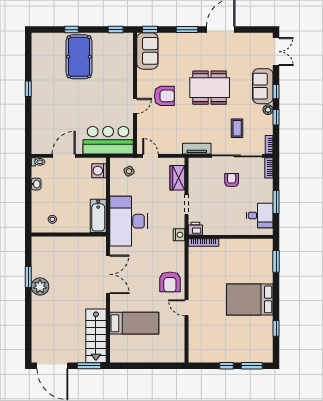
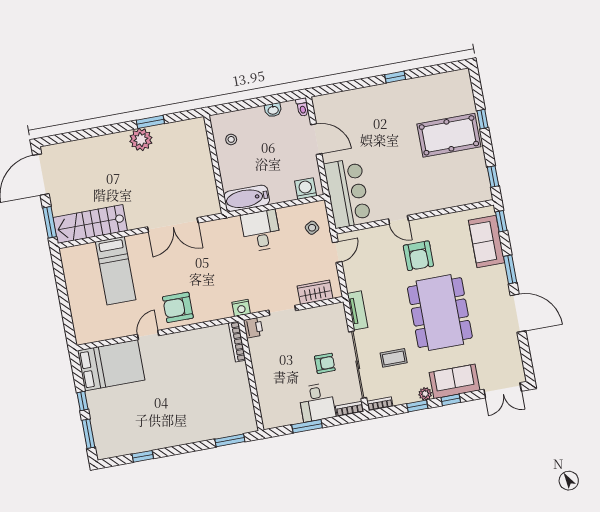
sofa: (147, 51) -> (487, 242), moved, turned 90
dining table: (210, 88) -> (440, 313), width x1.36, depth x1.24
desk: (260, 215) -> (317, 402), moved
desk: (128, 221) -> (261, 231), width x0.53, depth x0.77
bed: (250, 299) -> (111, 365), moved, turned 90

